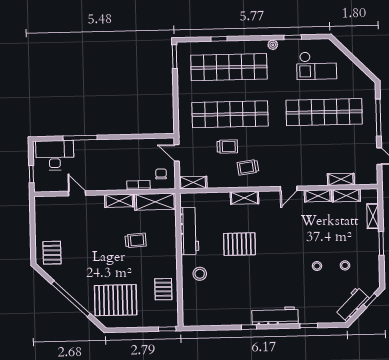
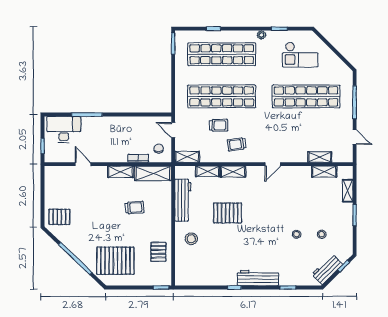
shelving: (318, 196) -> (208, 171), moved
pallet: (52, 253) -> (59, 217), turned 90

